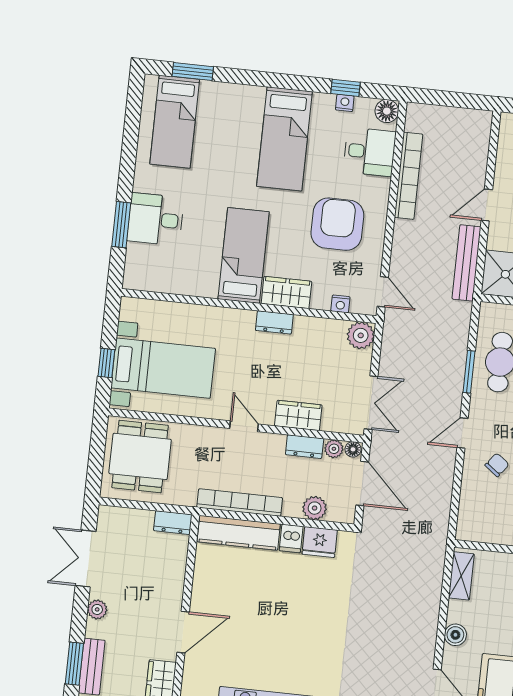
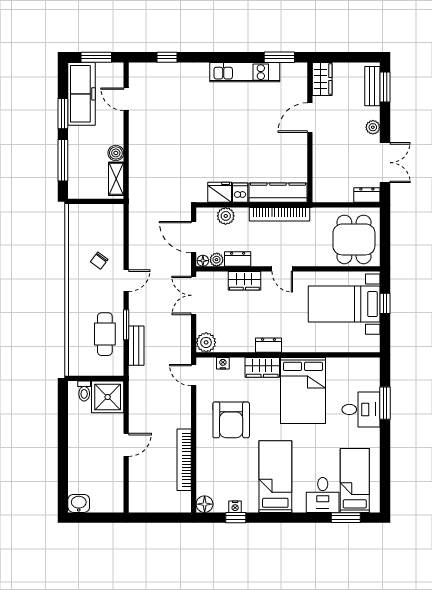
desk: (370, 152) -> (323, 495), moved, turned -90
bed: (244, 255) -> (303, 390), width x1.50
bench: (467, 263) -> (136, 346), moved, width x0.73
dresser: (173, 523) -> (367, 195), moved
boiler: (455, 635) -> (116, 153), moved

